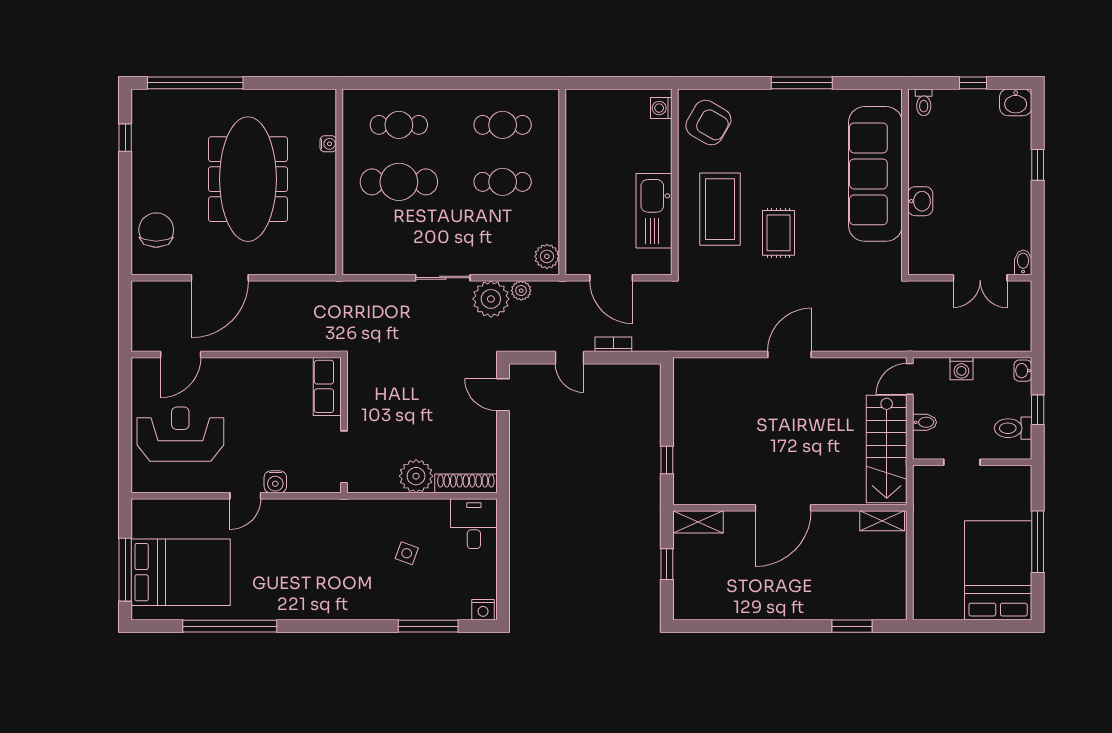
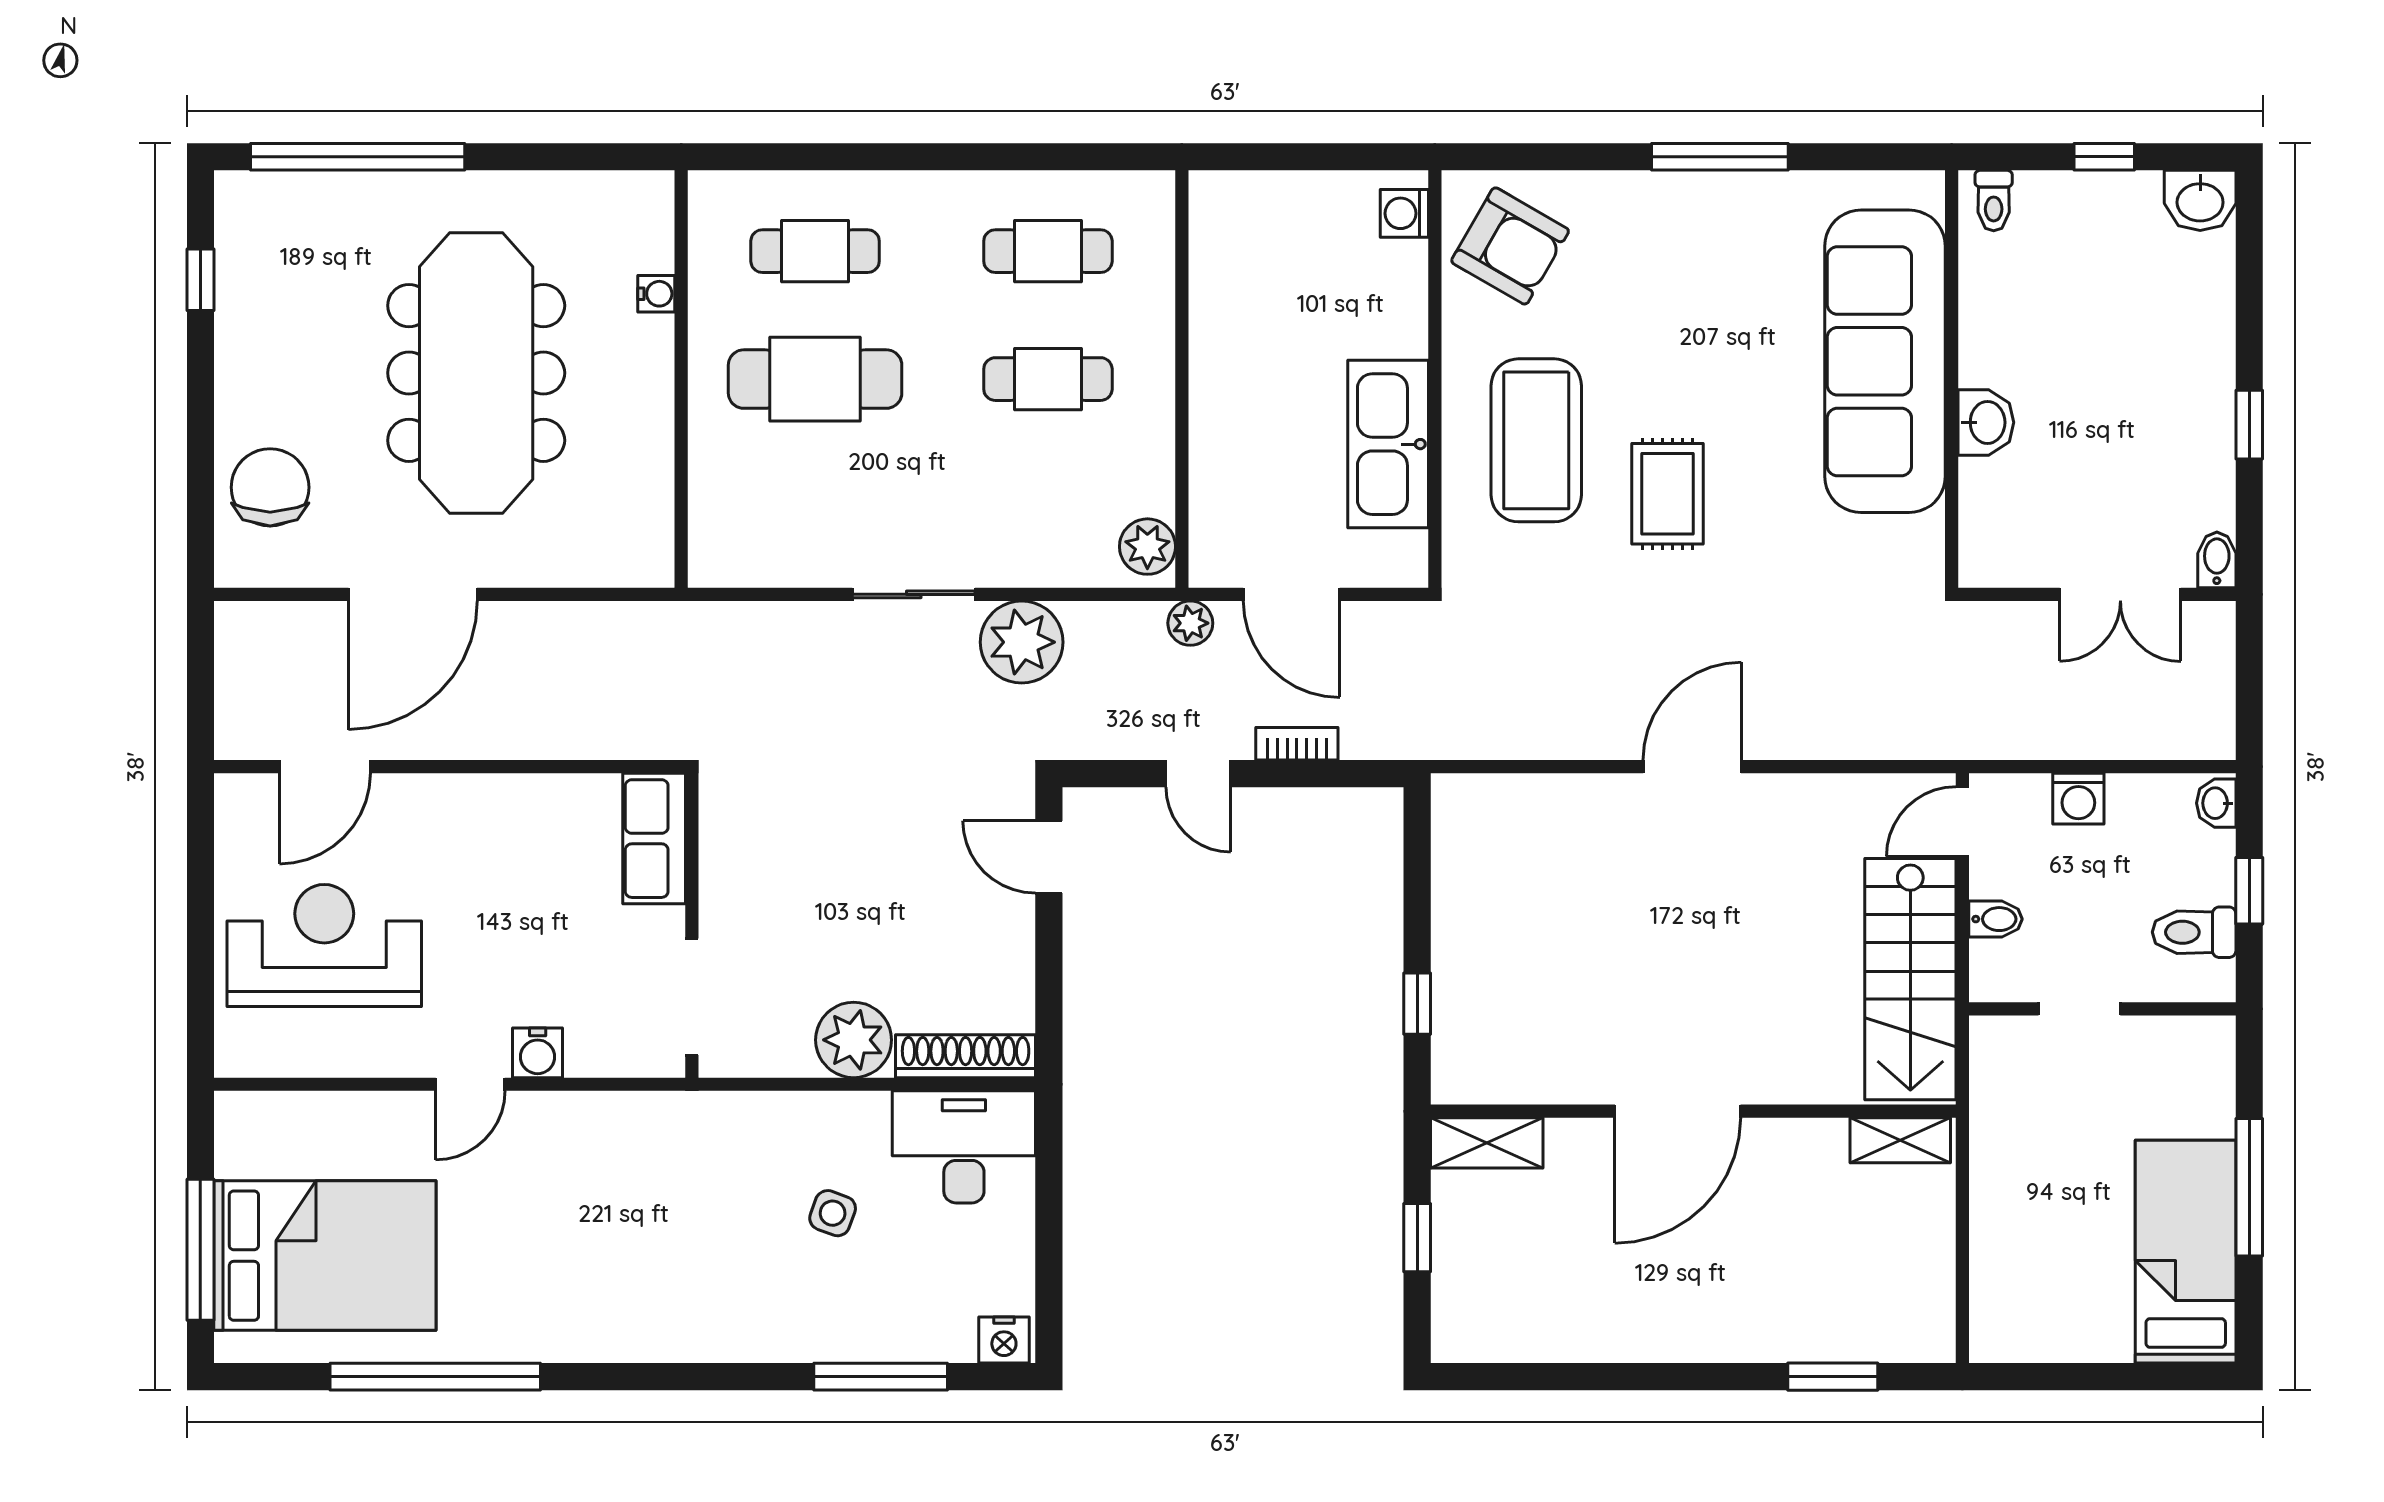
window: (1038, 165) -> (2249, 425), moved
plant: (521, 291) -> (1190, 623), moved
desk: (474, 524) -> (964, 1147), width x1.37
bed: (998, 570) -> (2186, 1252), width x0.67

